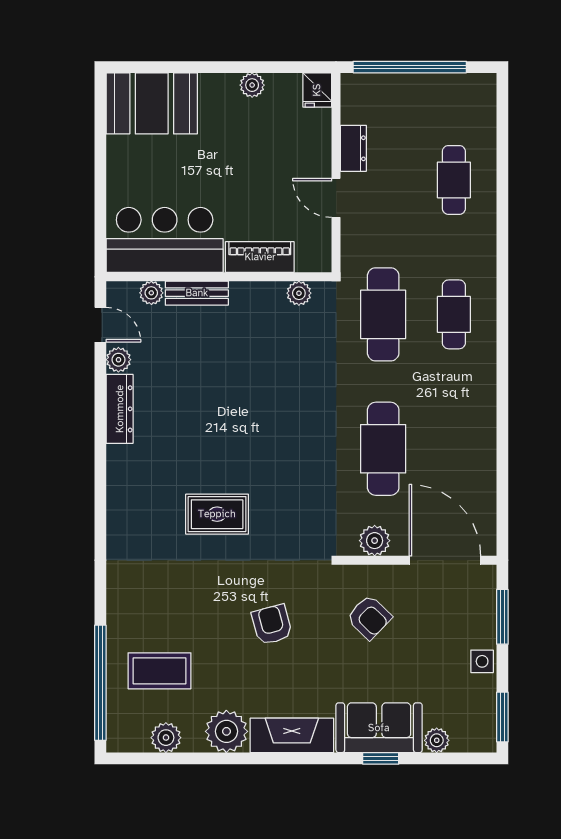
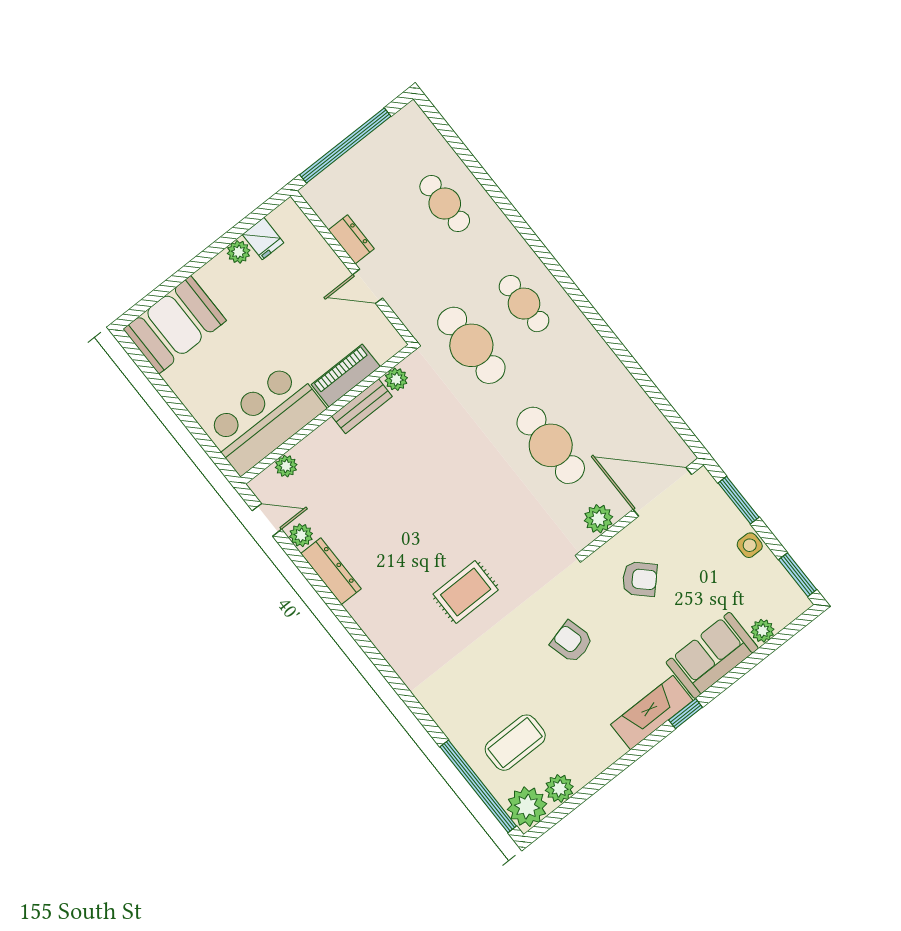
fridge: (317, 90) -> (263, 239), moved
bench: (197, 293) -> (362, 406), moved
plant: (226, 731) -> (527, 807), moved
window: (381, 758) -> (686, 714), moved

